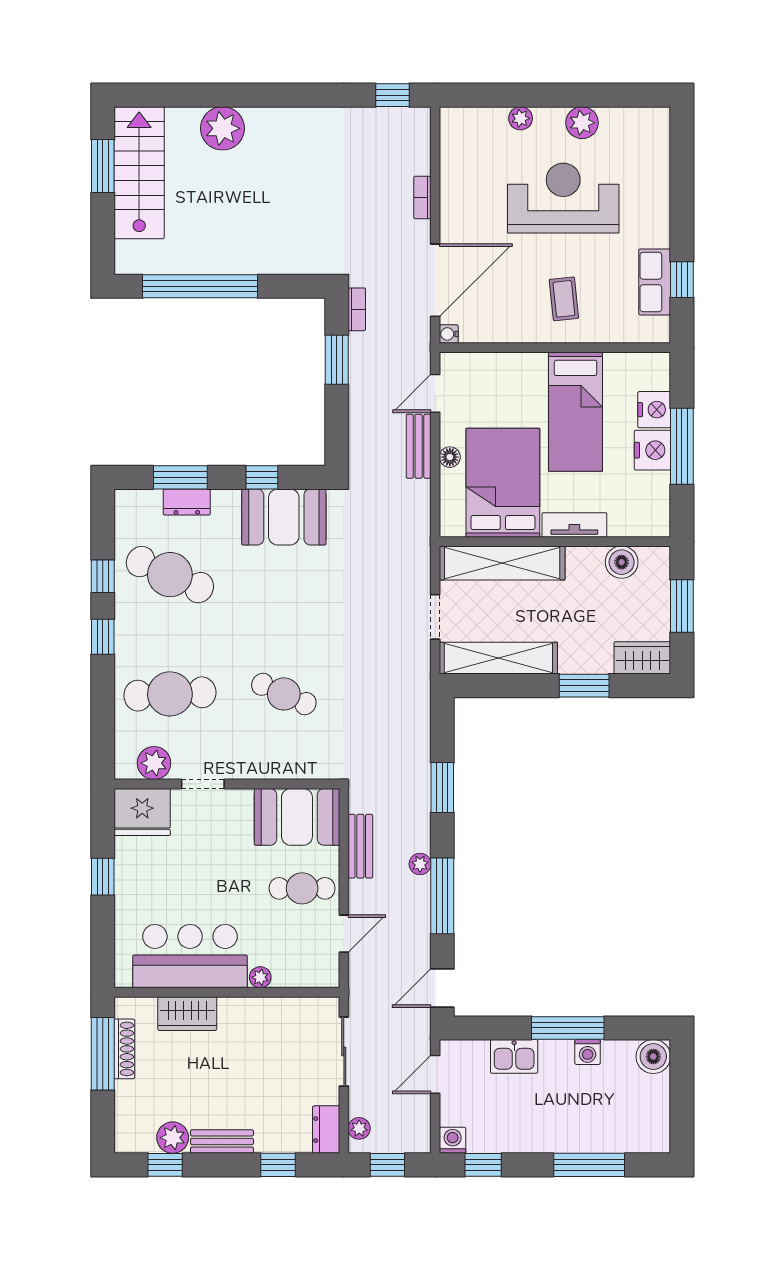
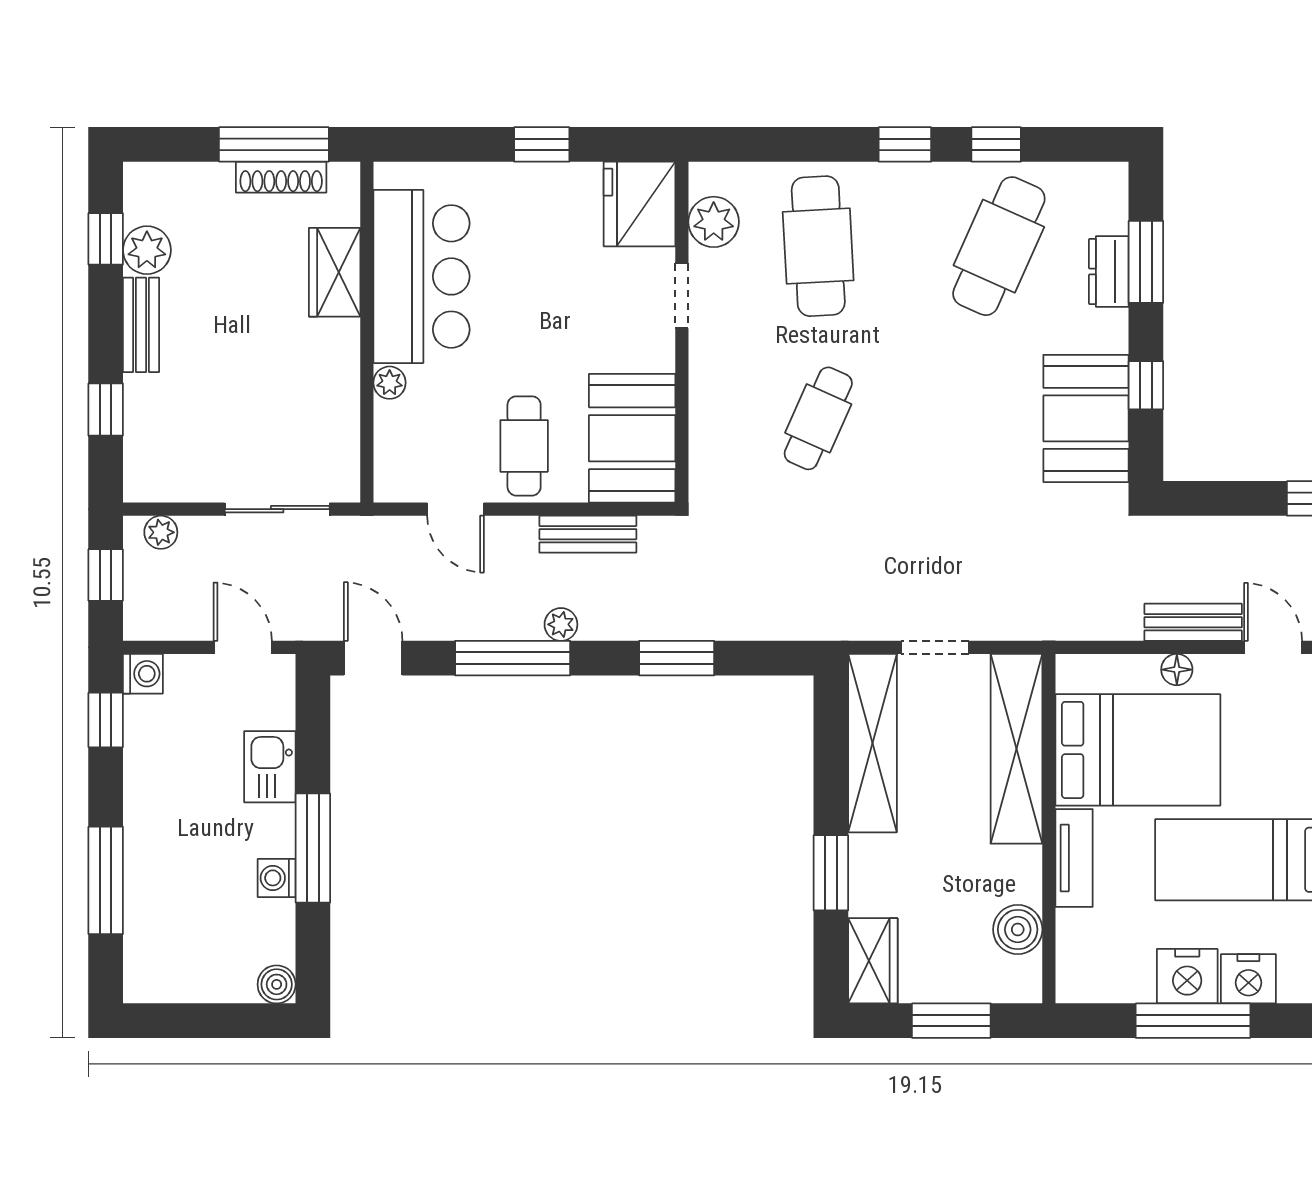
boiler: (653, 1057) -> (277, 984), width x0.73, depth x0.73
dresser: (326, 1130) -> (159, 482), removed

